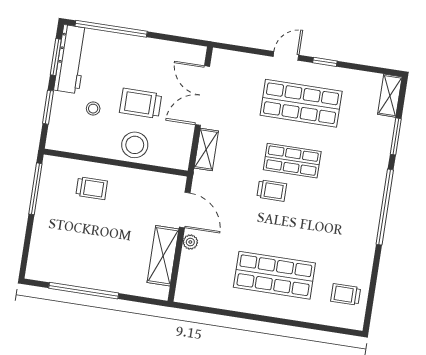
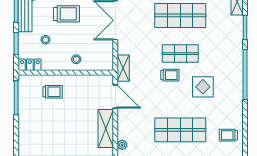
trolley: (141, 103) -> (67, 14), moved, turned 180
locker: (64, 142) -> (30, 65), added
stool: (135, 145) -> (76, 59), width x0.53, depth x0.53
shelving: (206, 150) -> (123, 68), moved
display table: (318, 216) -> (203, 87), added
plant: (190, 242) -> (122, 145), moved

